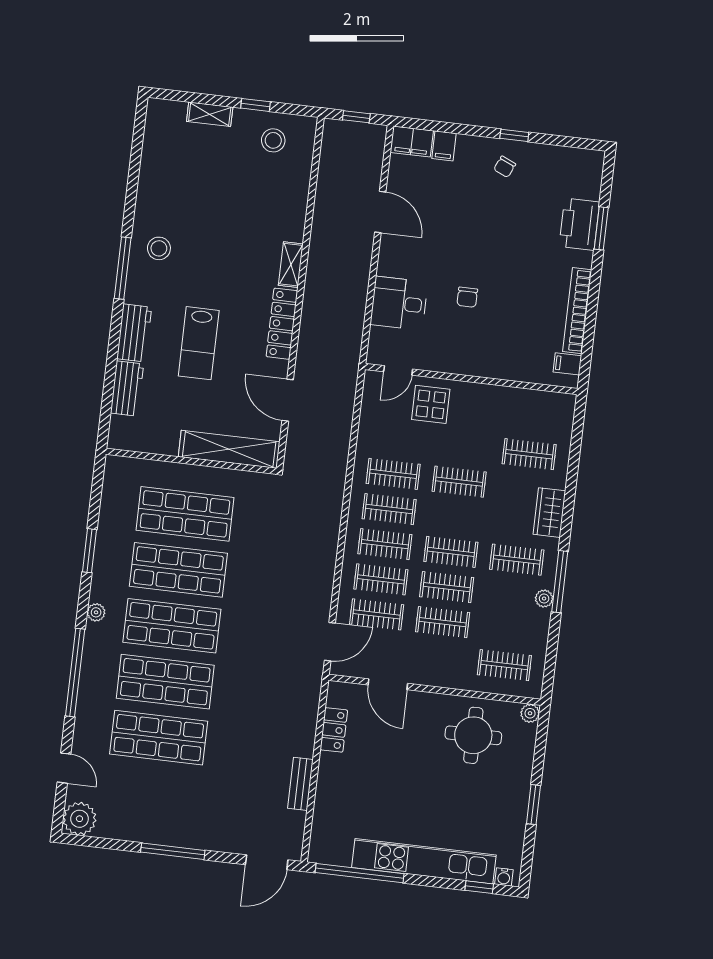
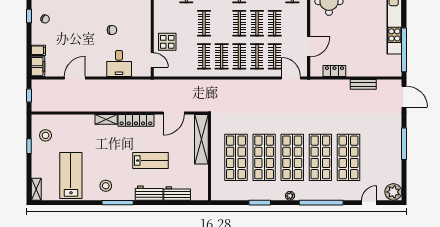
shelving: (210, 114) -> (36, 189), moved
lab bench: (187, 182) -> (71, 176), added

